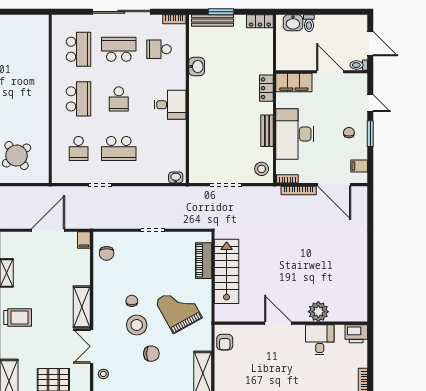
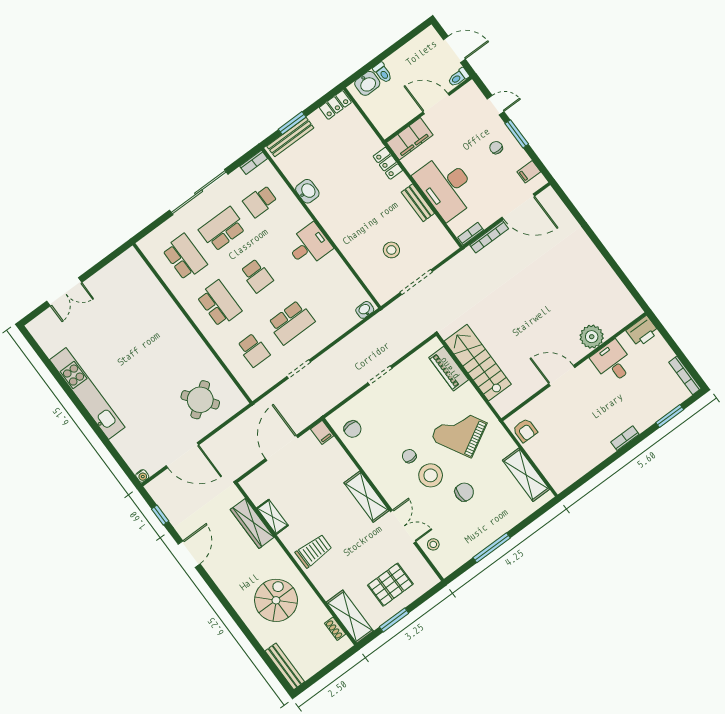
stool: (262, 169) -> (391, 250), moved
double door: (92, 346) -> (403, 527), swing flipped

